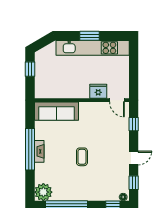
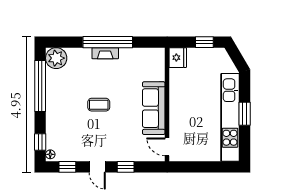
fridge: (98, 91) -> (178, 58), moved
door: (117, 100) -> (167, 147), hinge flipped
sofa: (56, 111) -> (154, 108), moved
window: (134, 124) -> (126, 167), moved

